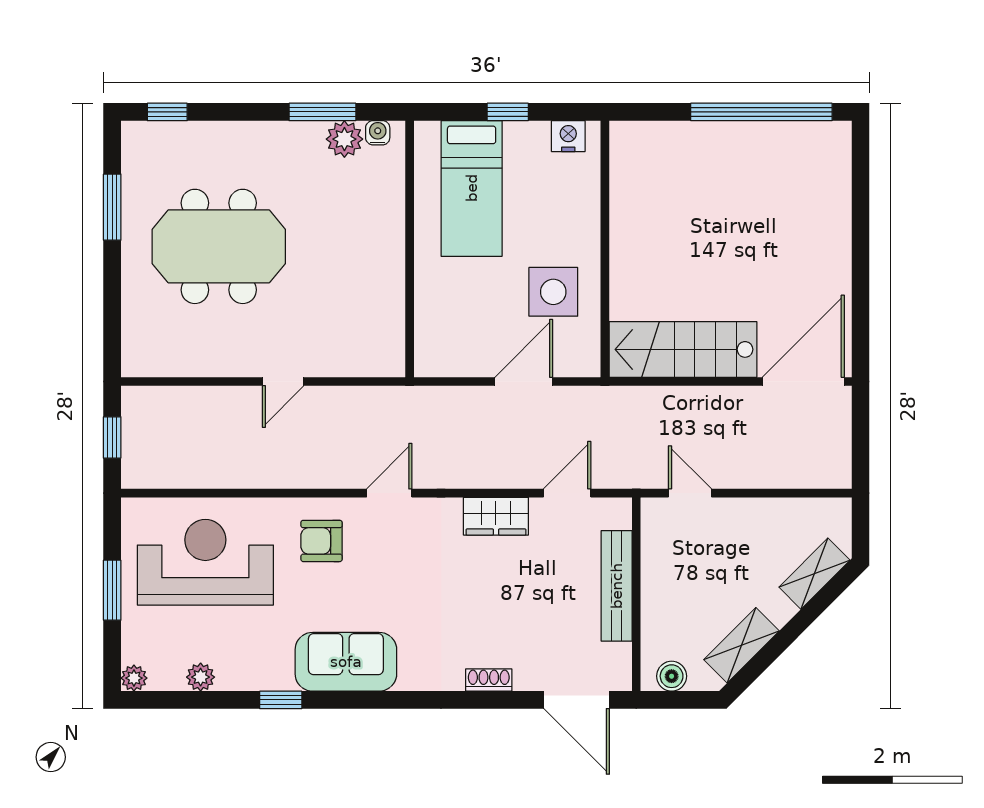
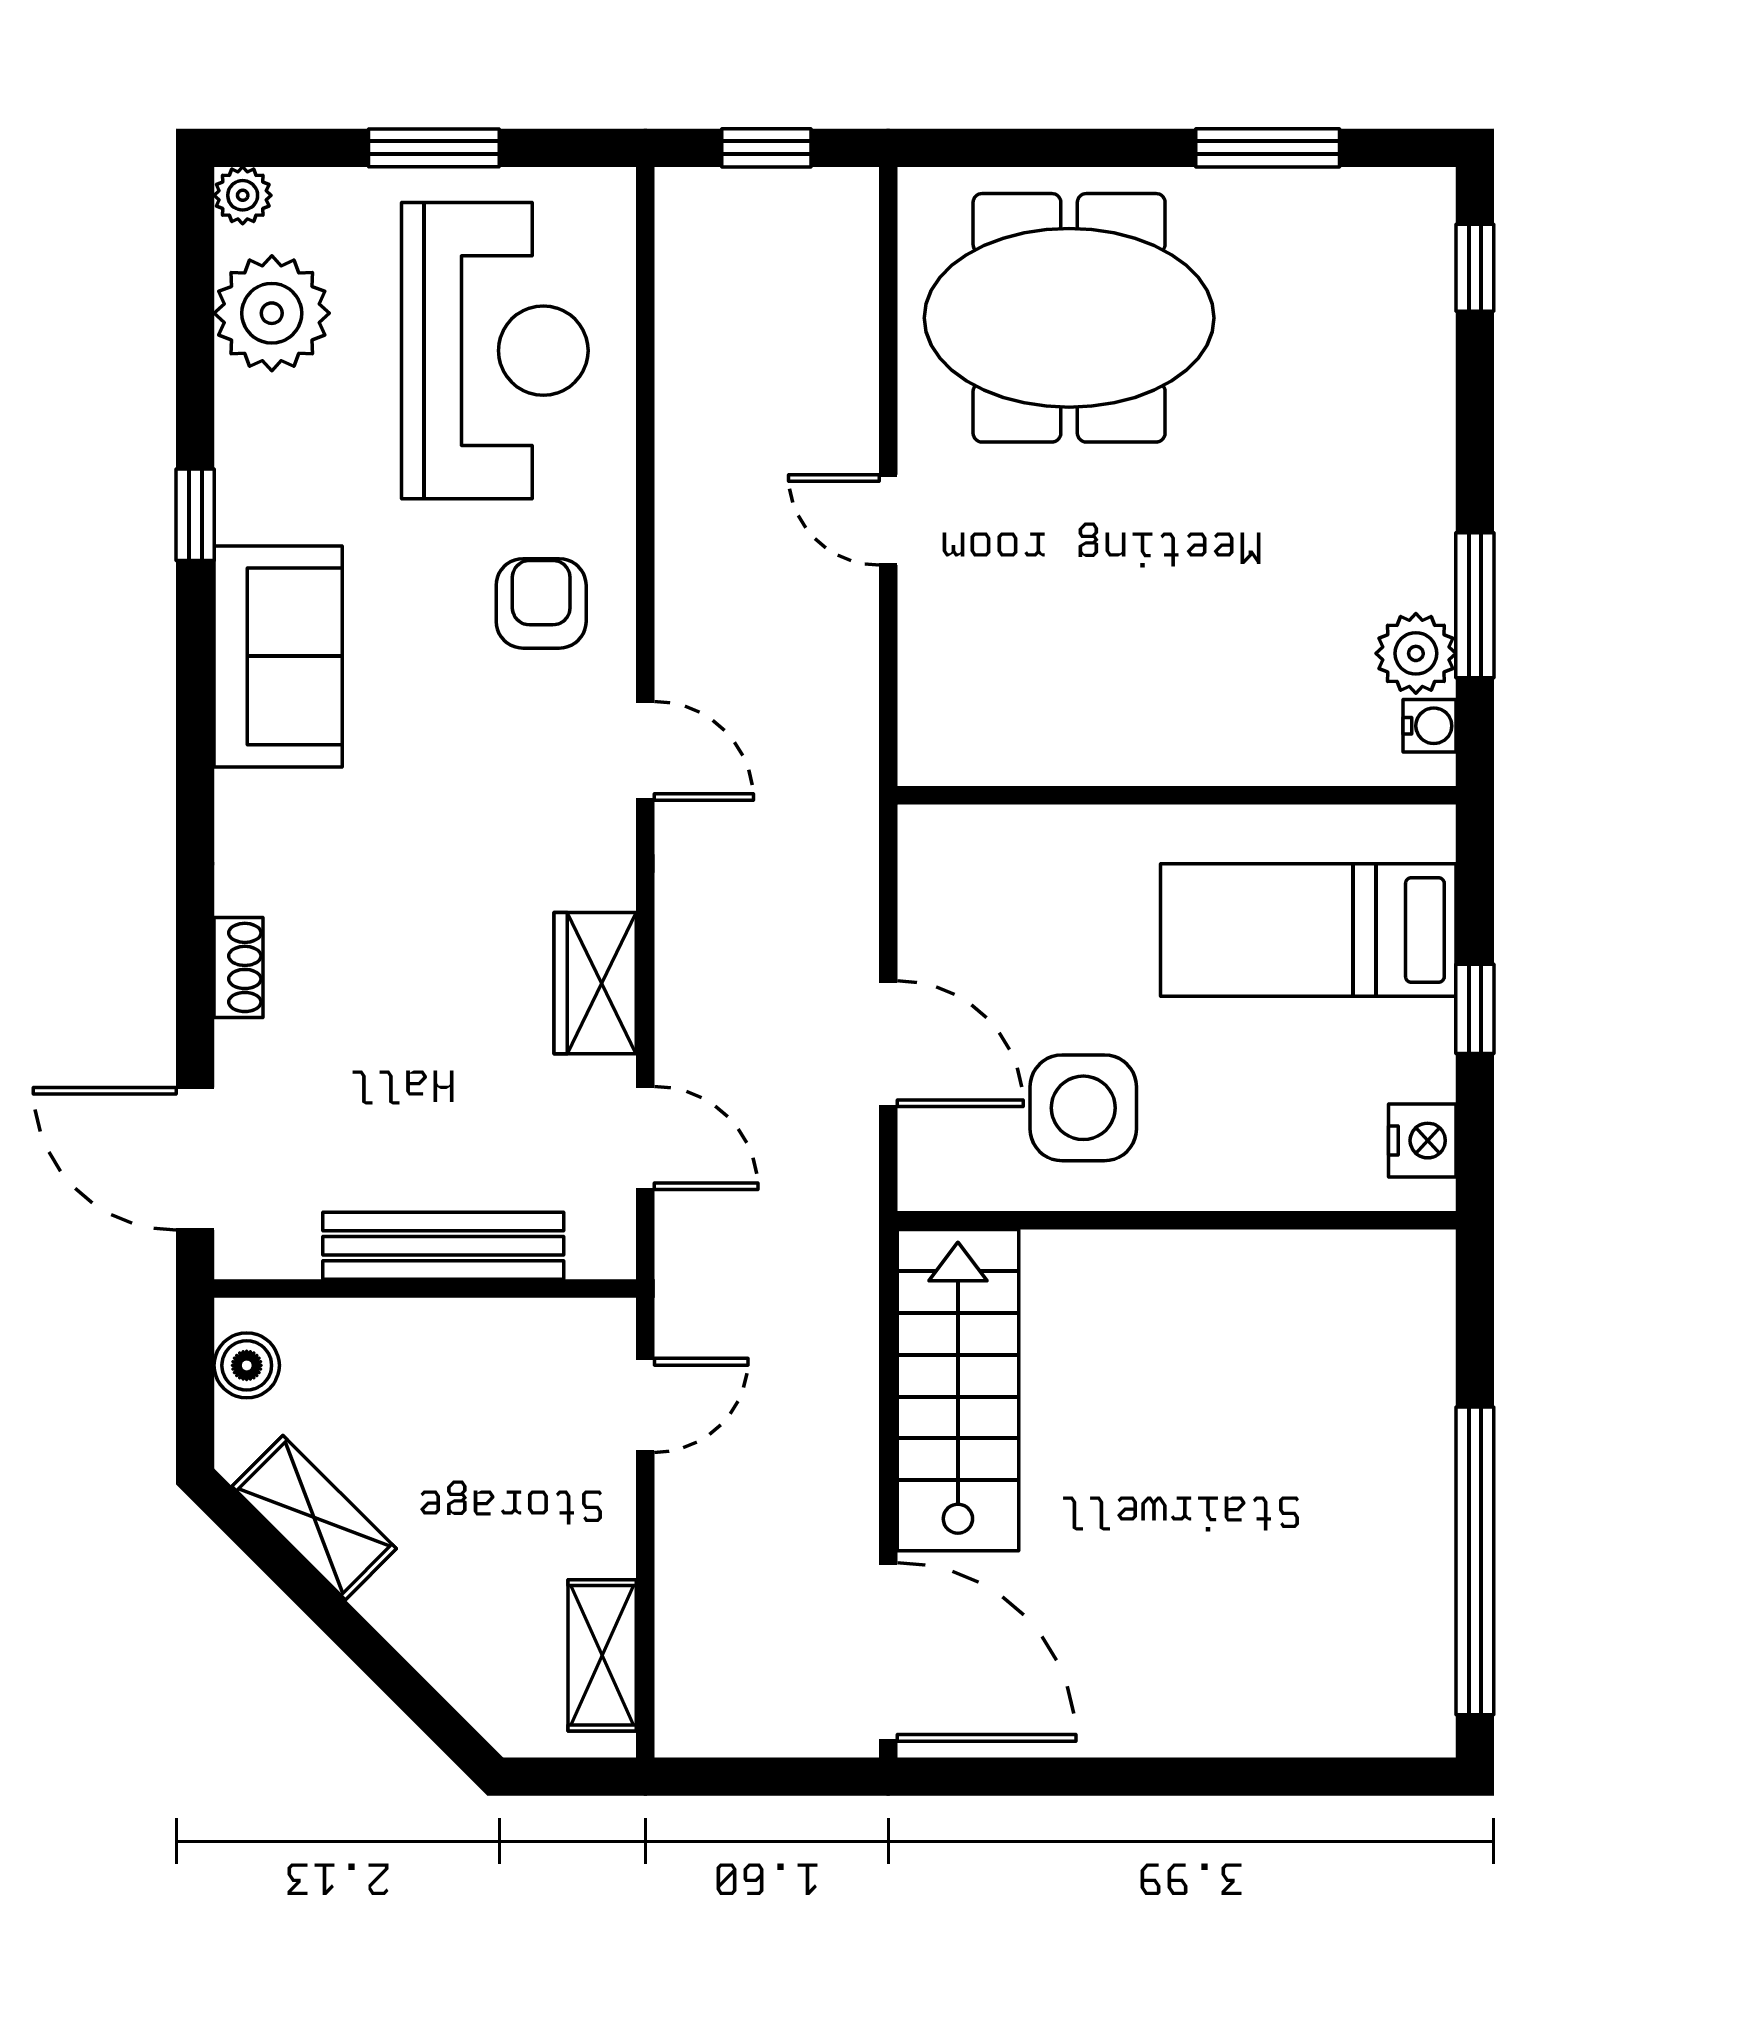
meeting table: (219, 246) -> (1069, 318), moved, turned 90
shelving: (814, 574) -> (602, 1655), moved, turned 45
plant: (201, 677) -> (272, 313), width x1.87, depth x1.87
door: (577, 700) -> (195, 1159), hinge flipped

